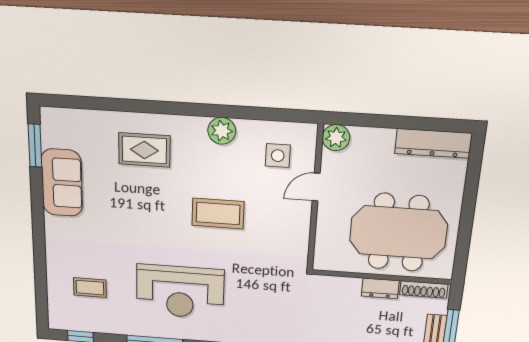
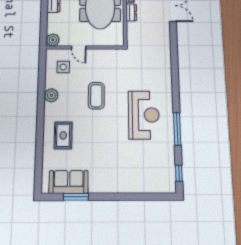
window: (35, 146) -> (76, 197), moved
sofa: (62, 183) -> (69, 182), moved
coffee table: (90, 288) -> (147, 167), removed

